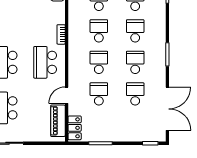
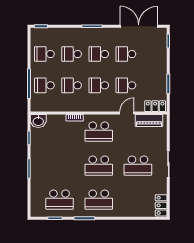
door: (67, 95) -> (127, 113), swing flipped

